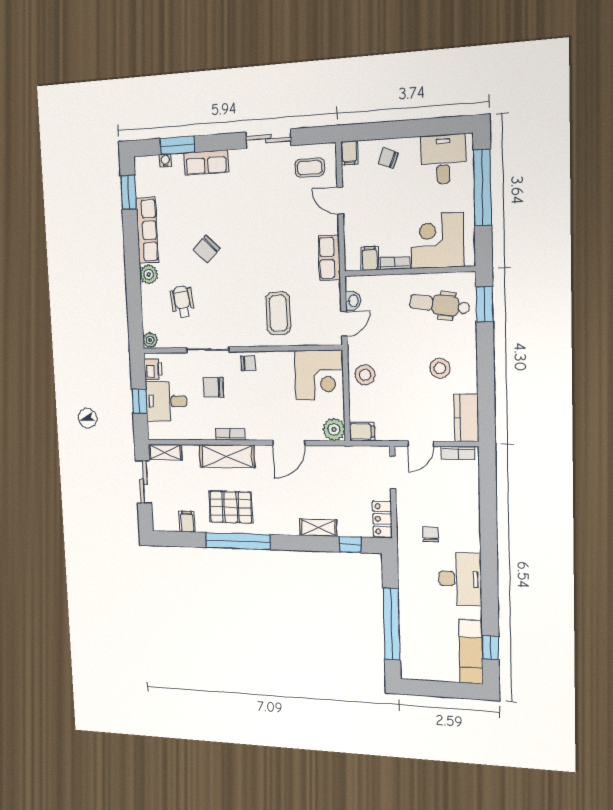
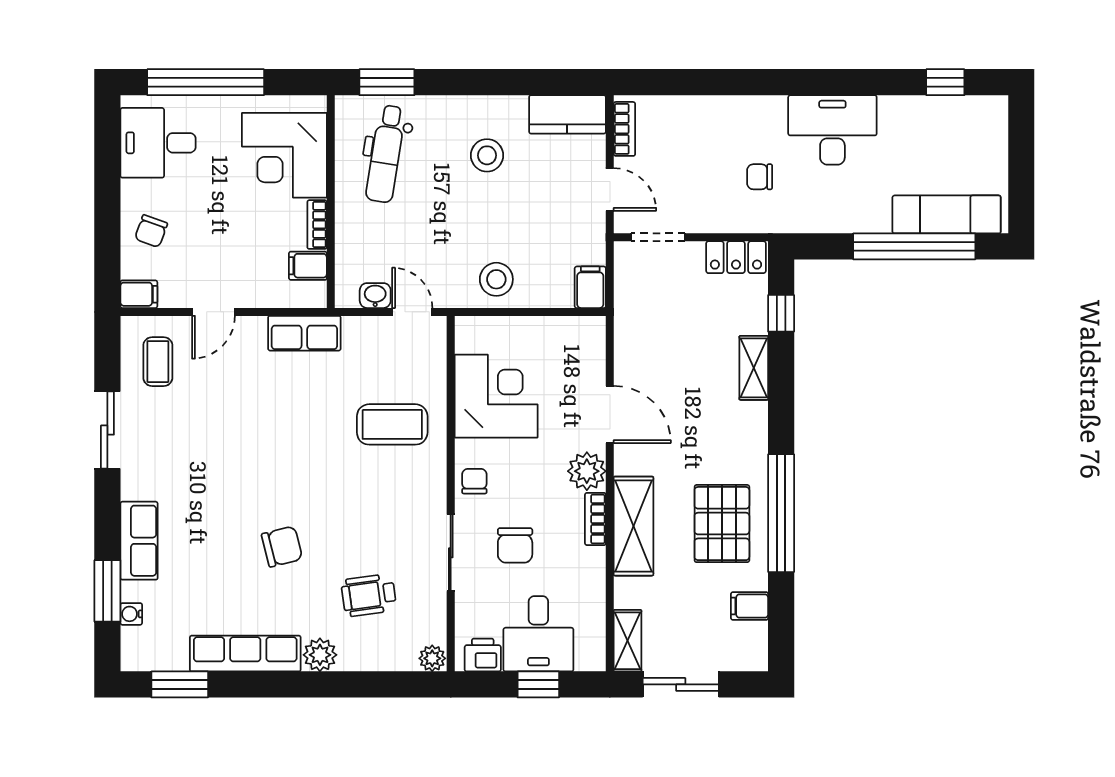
chair: (207, 249) -> (282, 547), turned -58
corner desk: (319, 375) -> (496, 396), moved
plant: (334, 429) -> (587, 471), moved
exam couch: (471, 652) -> (947, 214), moved, turned 180

